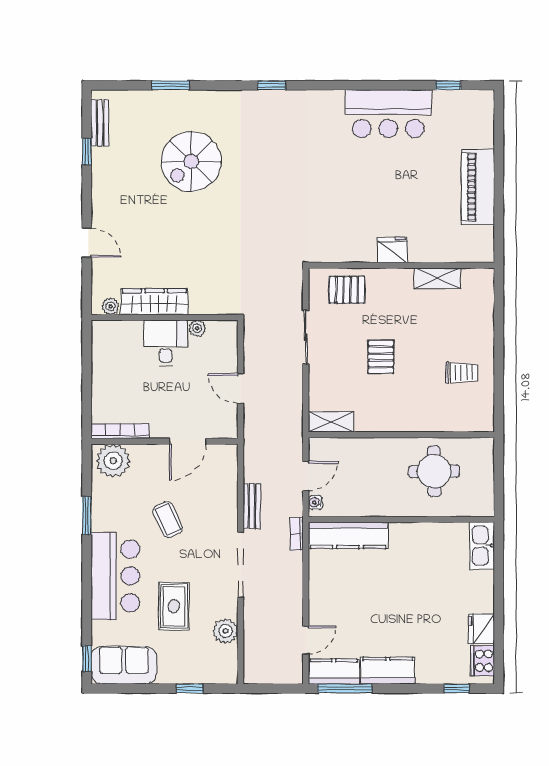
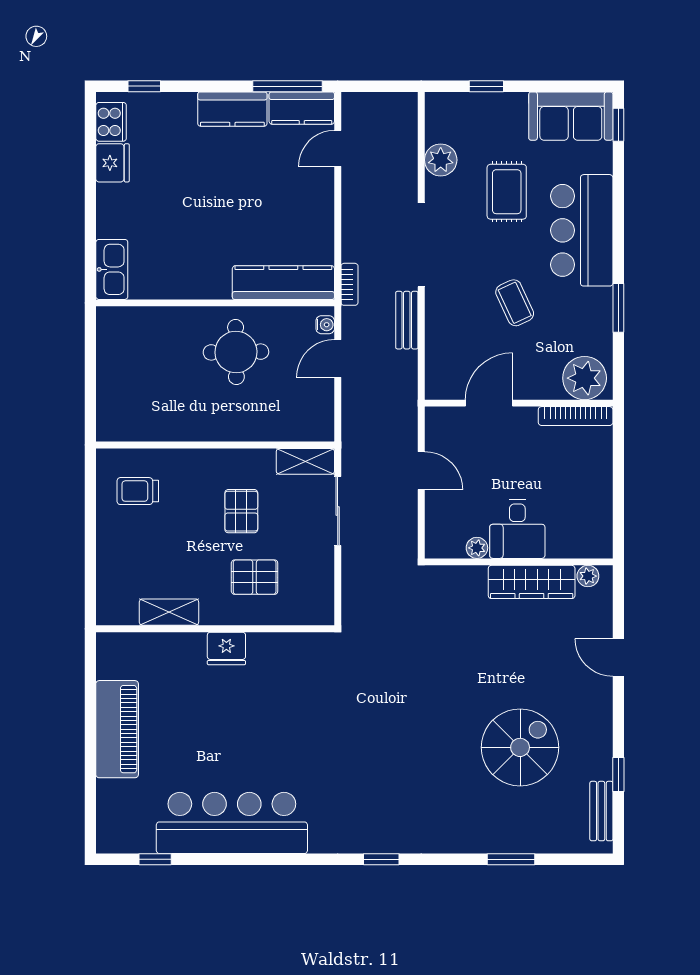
bar counter: (388, 114) -> (232, 823), width x1.36
spiral stairs: (191, 162) -> (520, 747), moved
pallet: (347, 290) -> (255, 577), moved
sliding door: (306, 337) -> (338, 511), moved
shelving: (331, 422) -> (305, 461), moved
wall: (401, 435) -> (215, 445), moved
round table: (434, 471) -> (236, 352), moved

